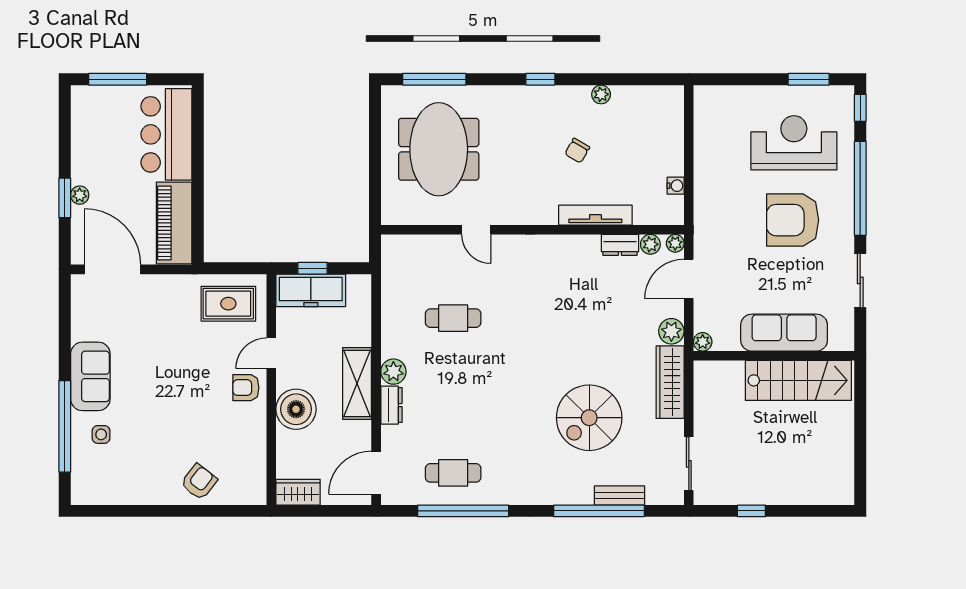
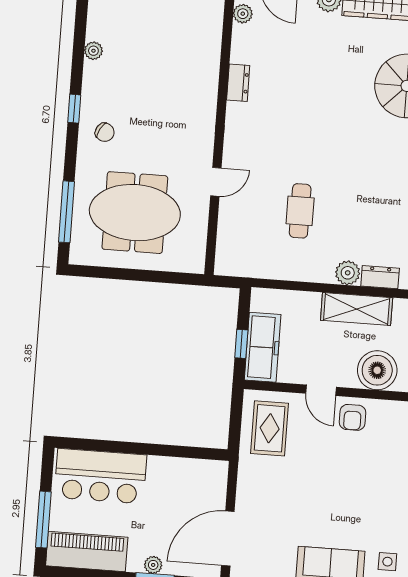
chair: (577, 151) -> (105, 132), moved
tv unit: (595, 215) -> (210, 65), removed
piano: (174, 223) -> (87, 551), moved, turned 180
dresser: (620, 245) -> (238, 83), moved

